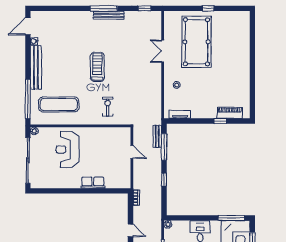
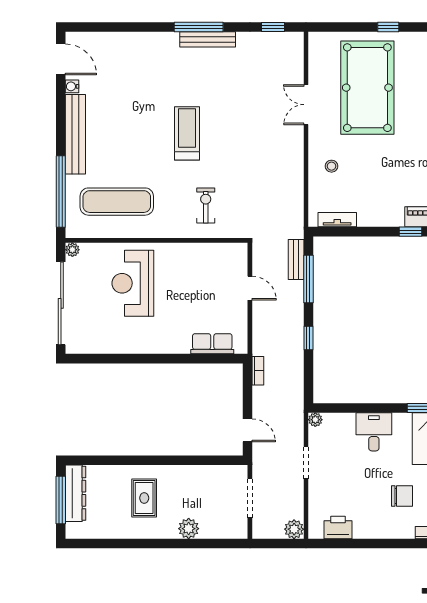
door: (28, 26) -> (61, 59), swing flipped
row of seats: (93, 183) -> (212, 344), moved

